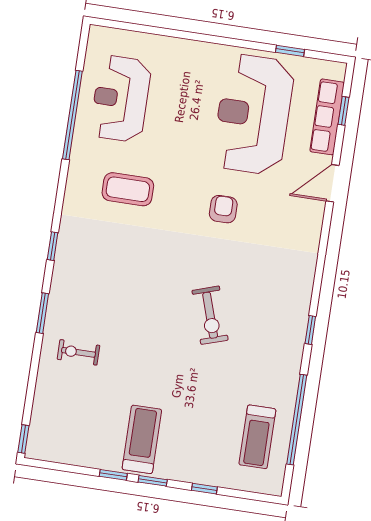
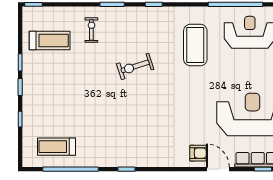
coffee table: (128, 189) -> (195, 45), width x1.36, depth x1.32
armchair: (223, 209) -> (198, 153), moved
exercise bike: (210, 315) -> (135, 66), moved
treadmill: (142, 439) -> (50, 40), moved

